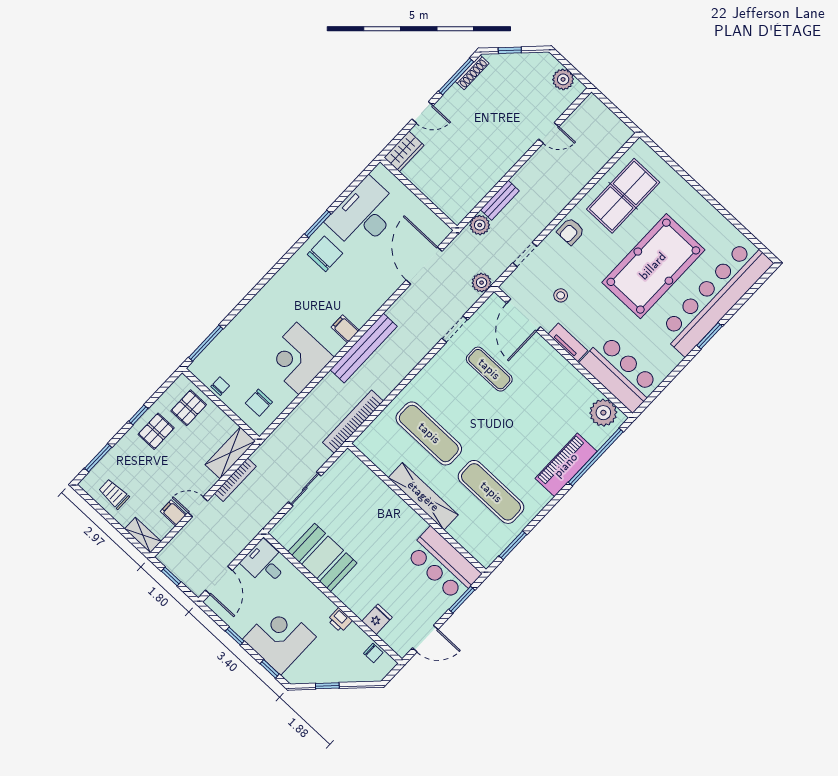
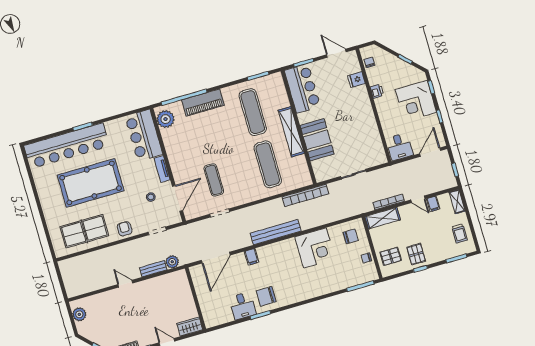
door: (549, 133) -> (125, 284), moved
desk: (364, 215) -> (243, 306), width x0.53, depth x0.77
armchair: (571, 231) -> (125, 229), turned -90
plant: (482, 283) -> (190, 230), removed
filing cabinet: (345, 329) -> (252, 257), moved
pallet: (156, 431) -> (416, 254), turned 90
booth: (322, 557) -> (317, 140), moved

